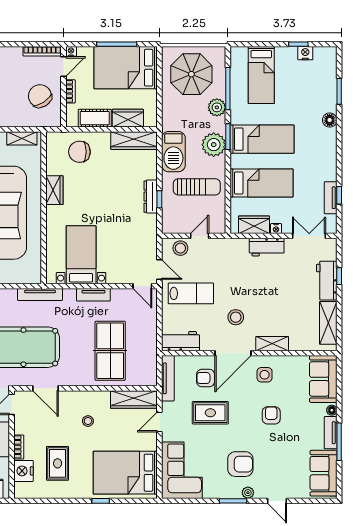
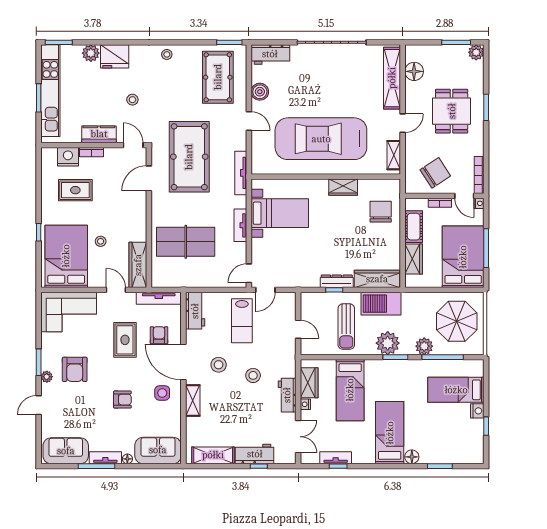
nightstand: (305, 53) -> (477, 411), moved
bed: (262, 139) -> (390, 433), moved, turned 180
wardrobe: (134, 141) -> (377, 279), moved, turned 90
stool: (180, 248) -> (253, 375), moved
stool: (88, 421) -> (101, 241), moved

